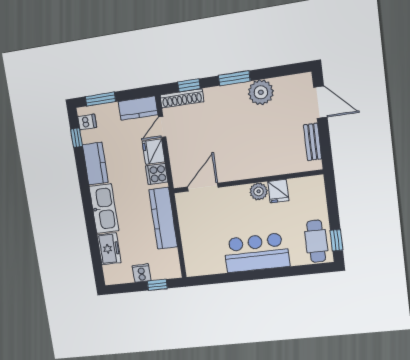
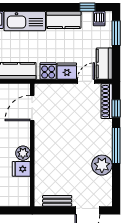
window: (234, 78) -> (116, 146), width x1.44
door: (162, 127) -> (86, 81), hinge flipped
door: (203, 187) -> (32, 108), swing flipped

